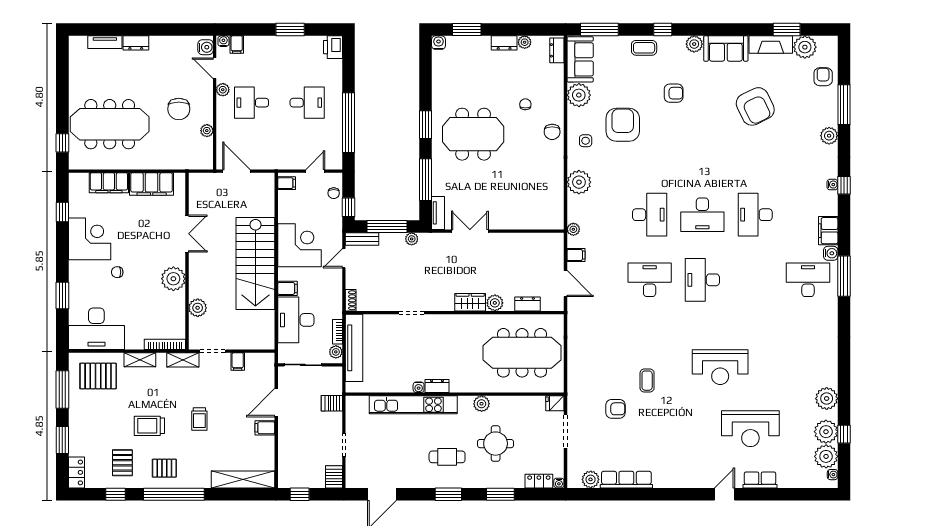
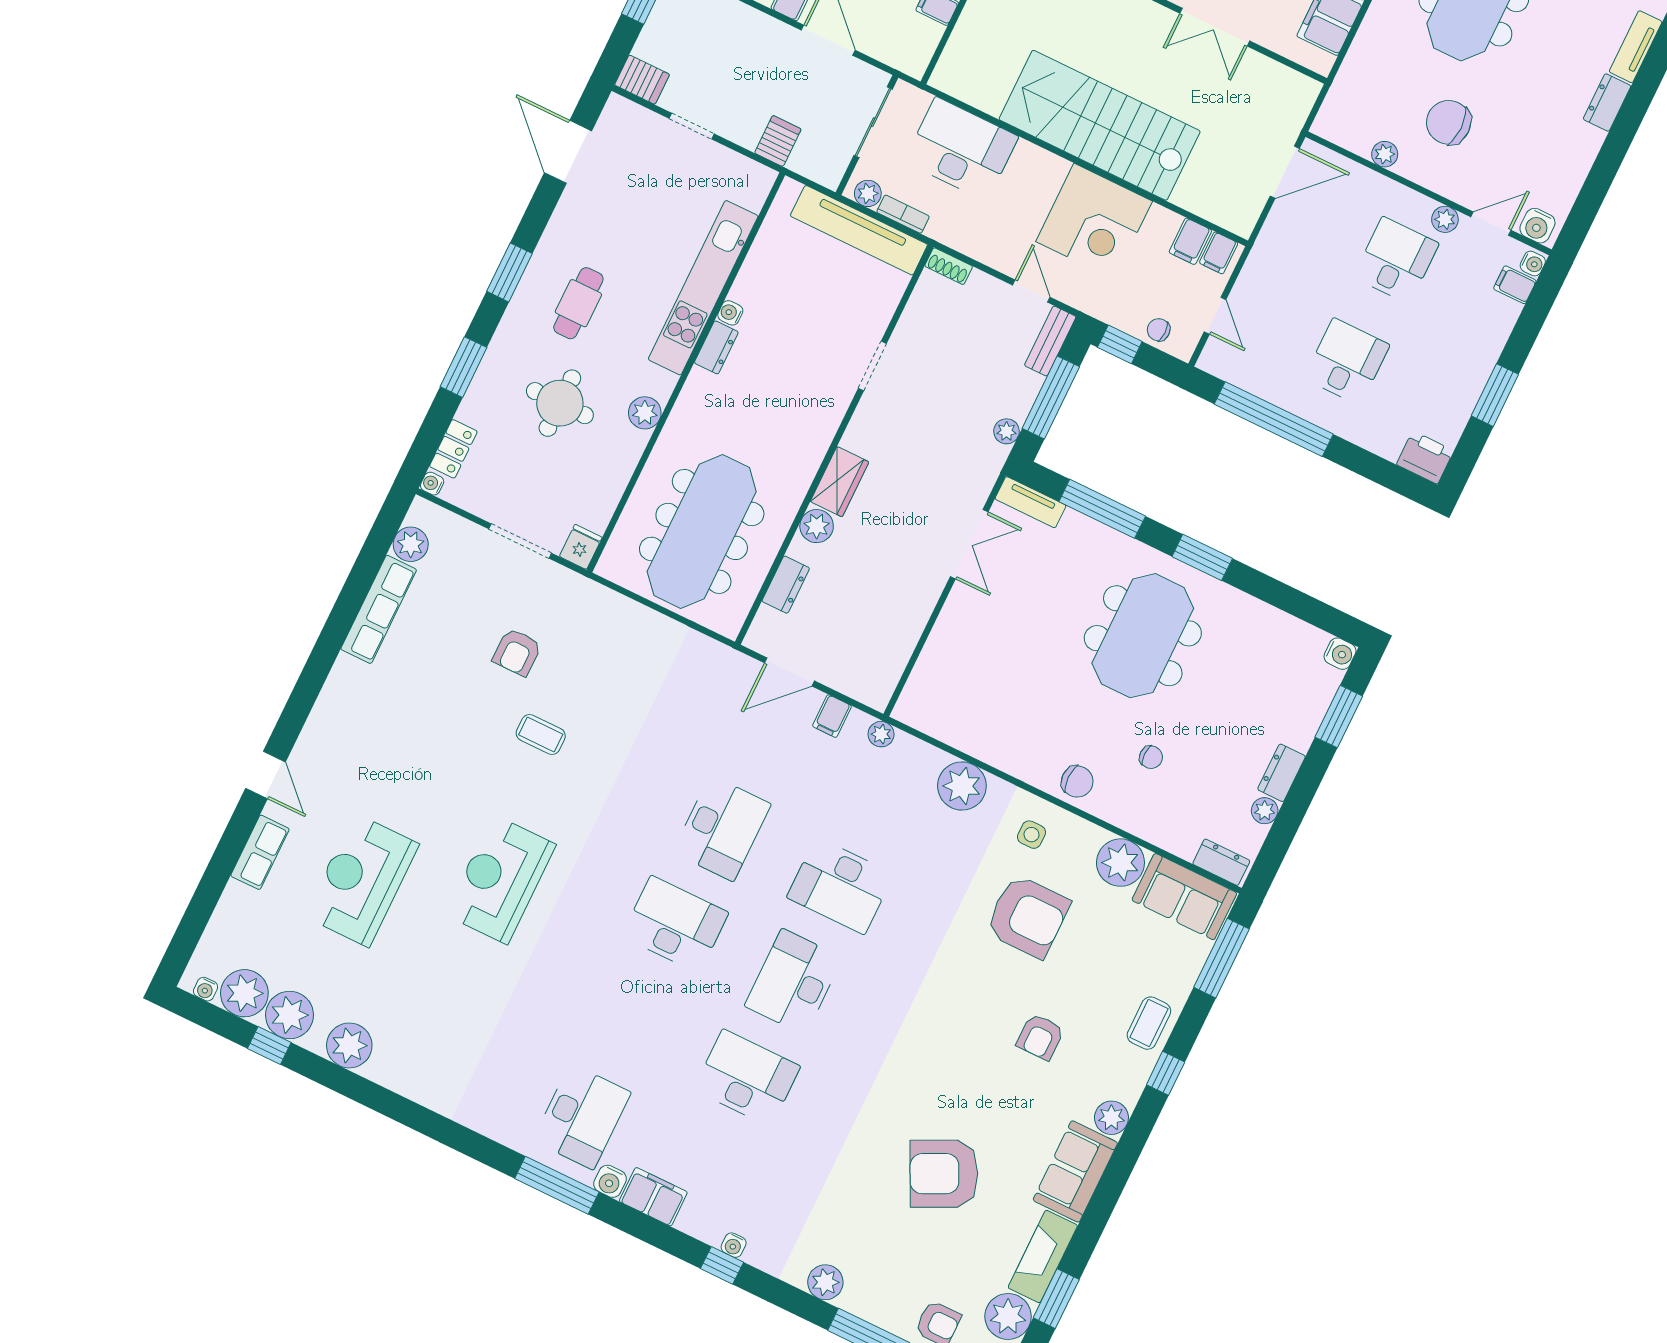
desk: (307, 103) -> (1347, 362), turned 180
chair: (552, 132) -> (1077, 782), turned 180
filing cabinet: (287, 288) -> (1190, 241), moved

